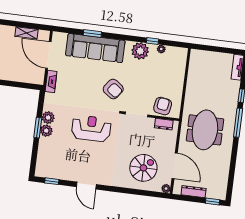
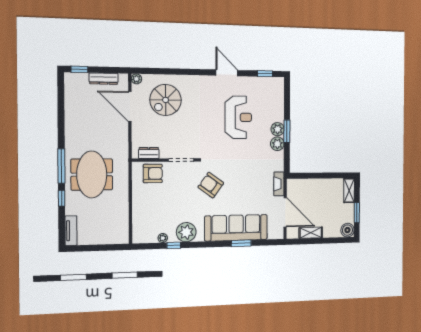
armchair: (163, 106) -> (153, 173), turned -99
reception desk: (91, 128) -> (238, 117), moved, turned -90
meeting table: (205, 130) -> (92, 174), moved

